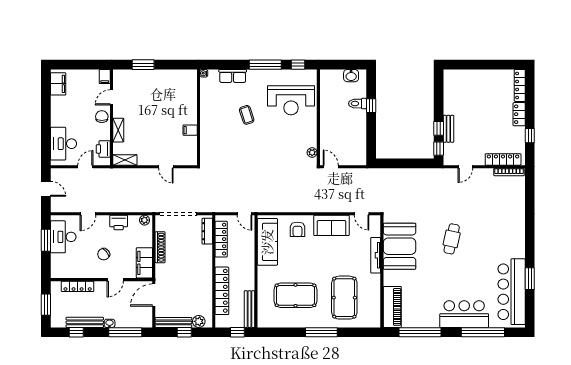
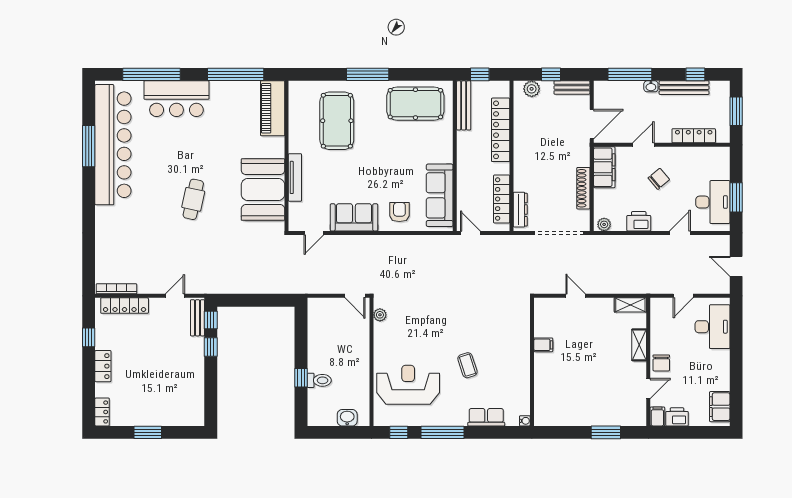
window: (486, 65) -> (148, 432), added
washbasin: (351, 76) -> (347, 418), moved
locker: (520, 85) -> (102, 412), width x0.66
bench: (448, 129) -> (198, 318), moved
printer: (103, 149) -> (677, 417), moved, turned -90
door: (362, 214) -> (314, 233), swing flipped
window: (530, 279) -> (89, 146), width x1.44
bar counter: (512, 292) -> (113, 145), width x1.36
pool table: (296, 295) -> (415, 104), moved
bench: (173, 322) -> (572, 87), width x0.73

